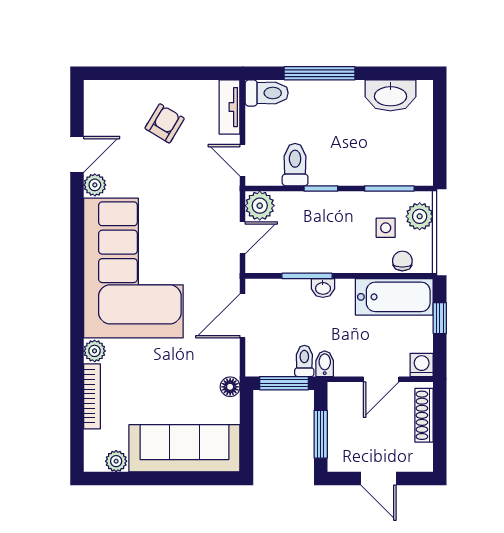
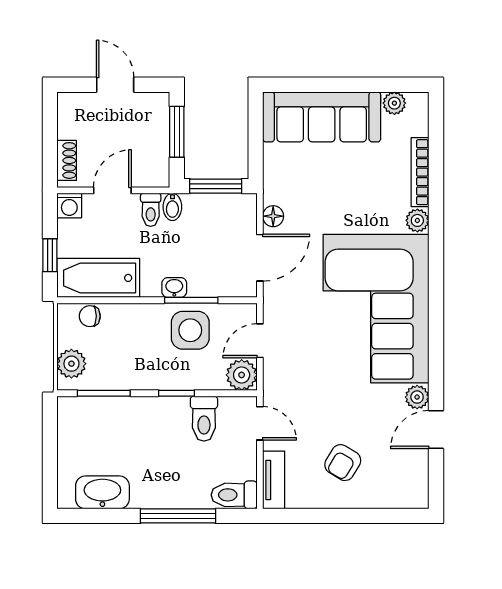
side table: (386, 228) -> (190, 330), moved, width x1.87, depth x1.87
chair: (402, 261) -> (90, 316), turned 90
toilet: (304, 361) -> (151, 210), moved
floor lamp: (230, 387) -> (273, 216), moved
shoe rack: (424, 415) -> (67, 160), width x0.70

